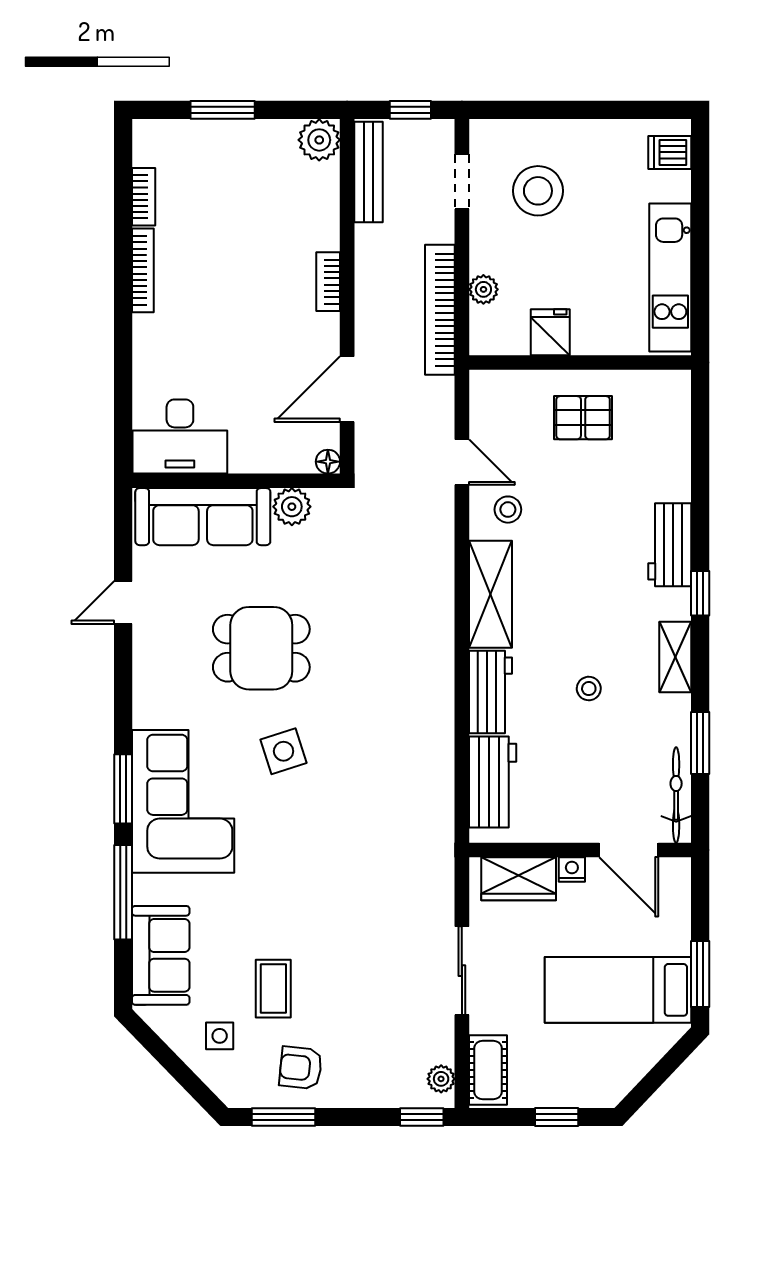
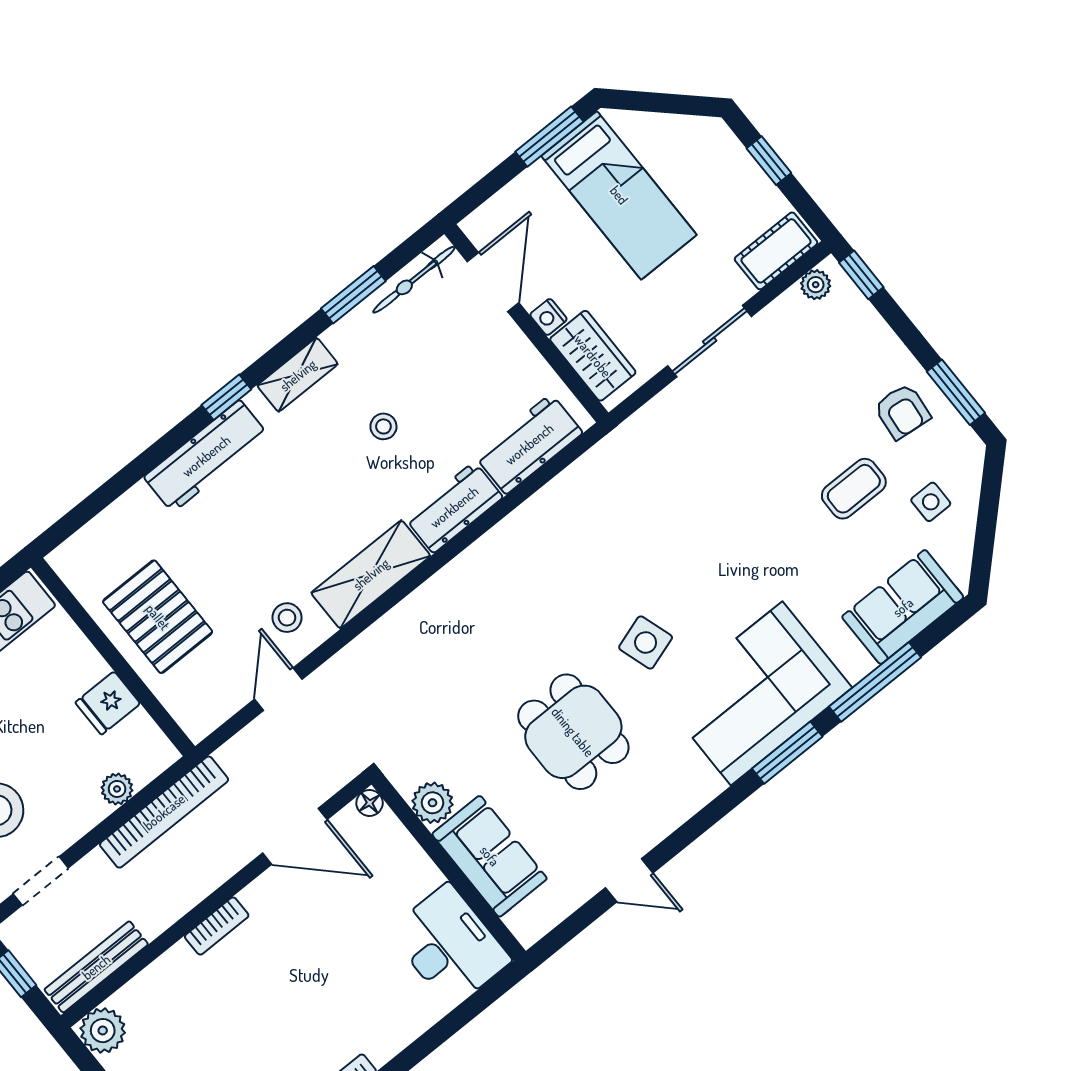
pallet: (583, 418) -> (158, 617), width x1.50, depth x1.42
sofa: (203, 517) -> (490, 856), width x0.73
workbench: (670, 545) -> (206, 456), width x1.38

